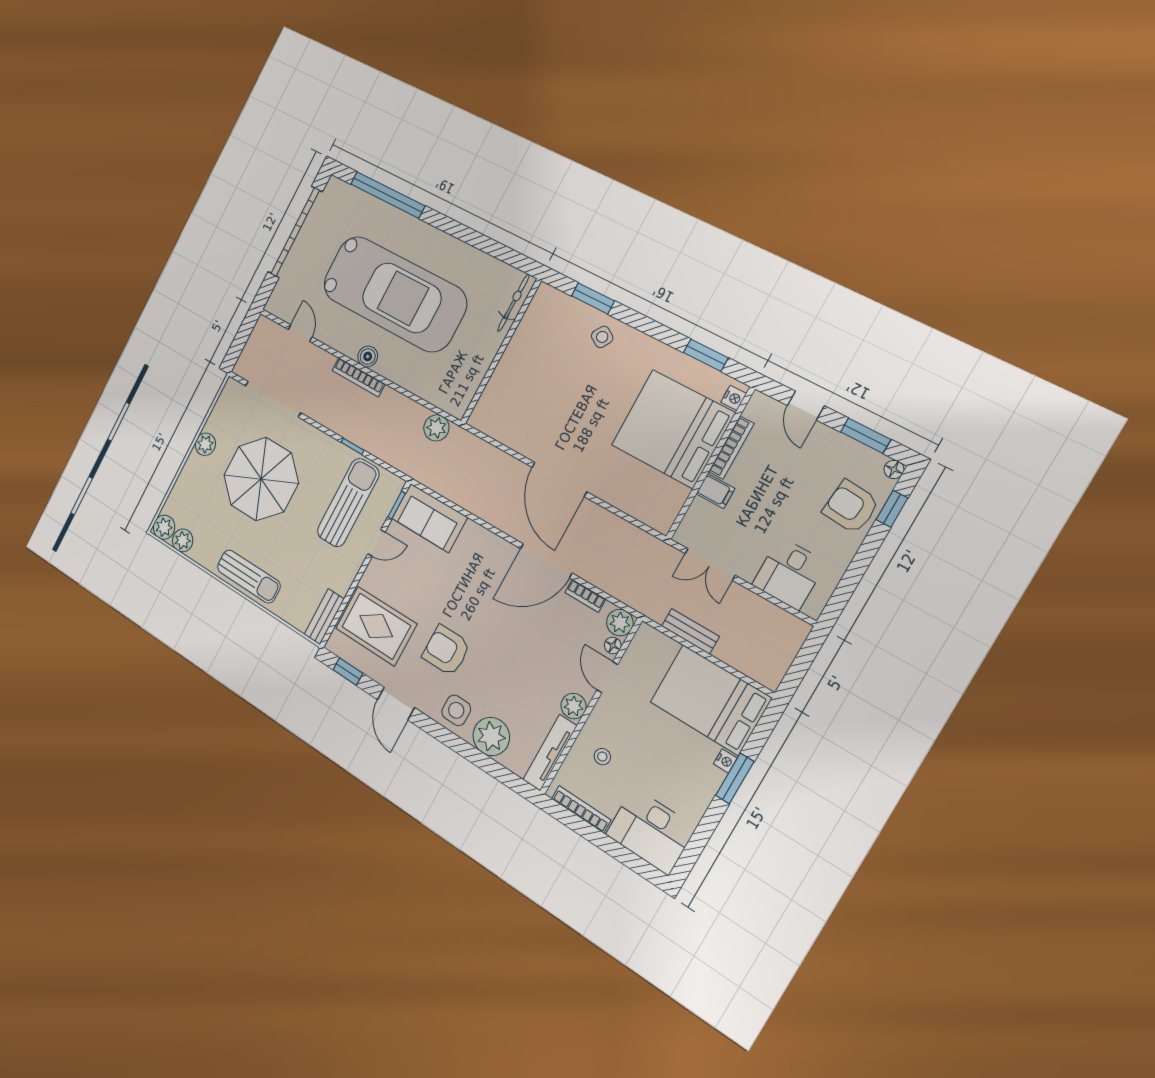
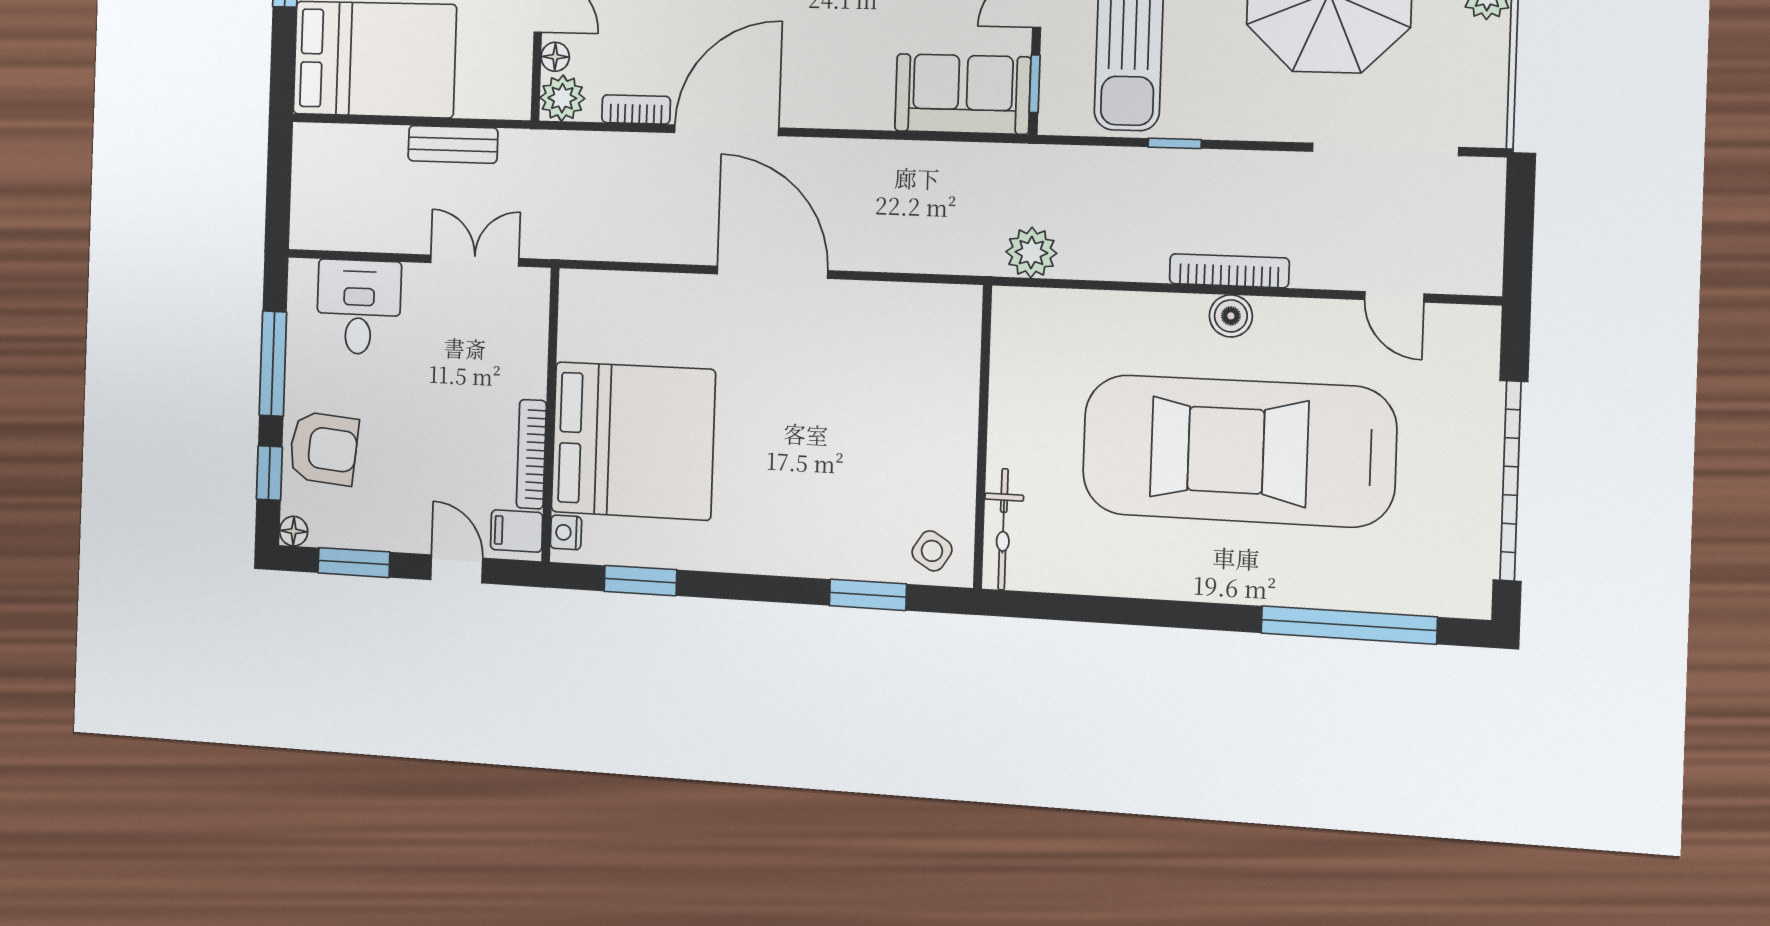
side table: (602, 337) -> (932, 551), moved
filing cabinet: (715, 491) -> (517, 531), moved
window: (857, 568) -> (273, 364), added

